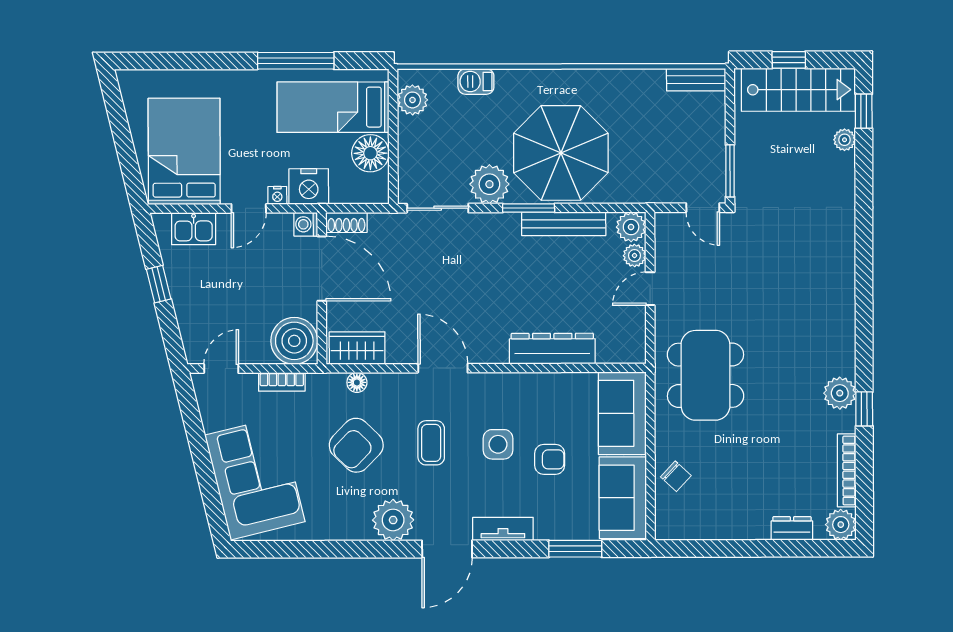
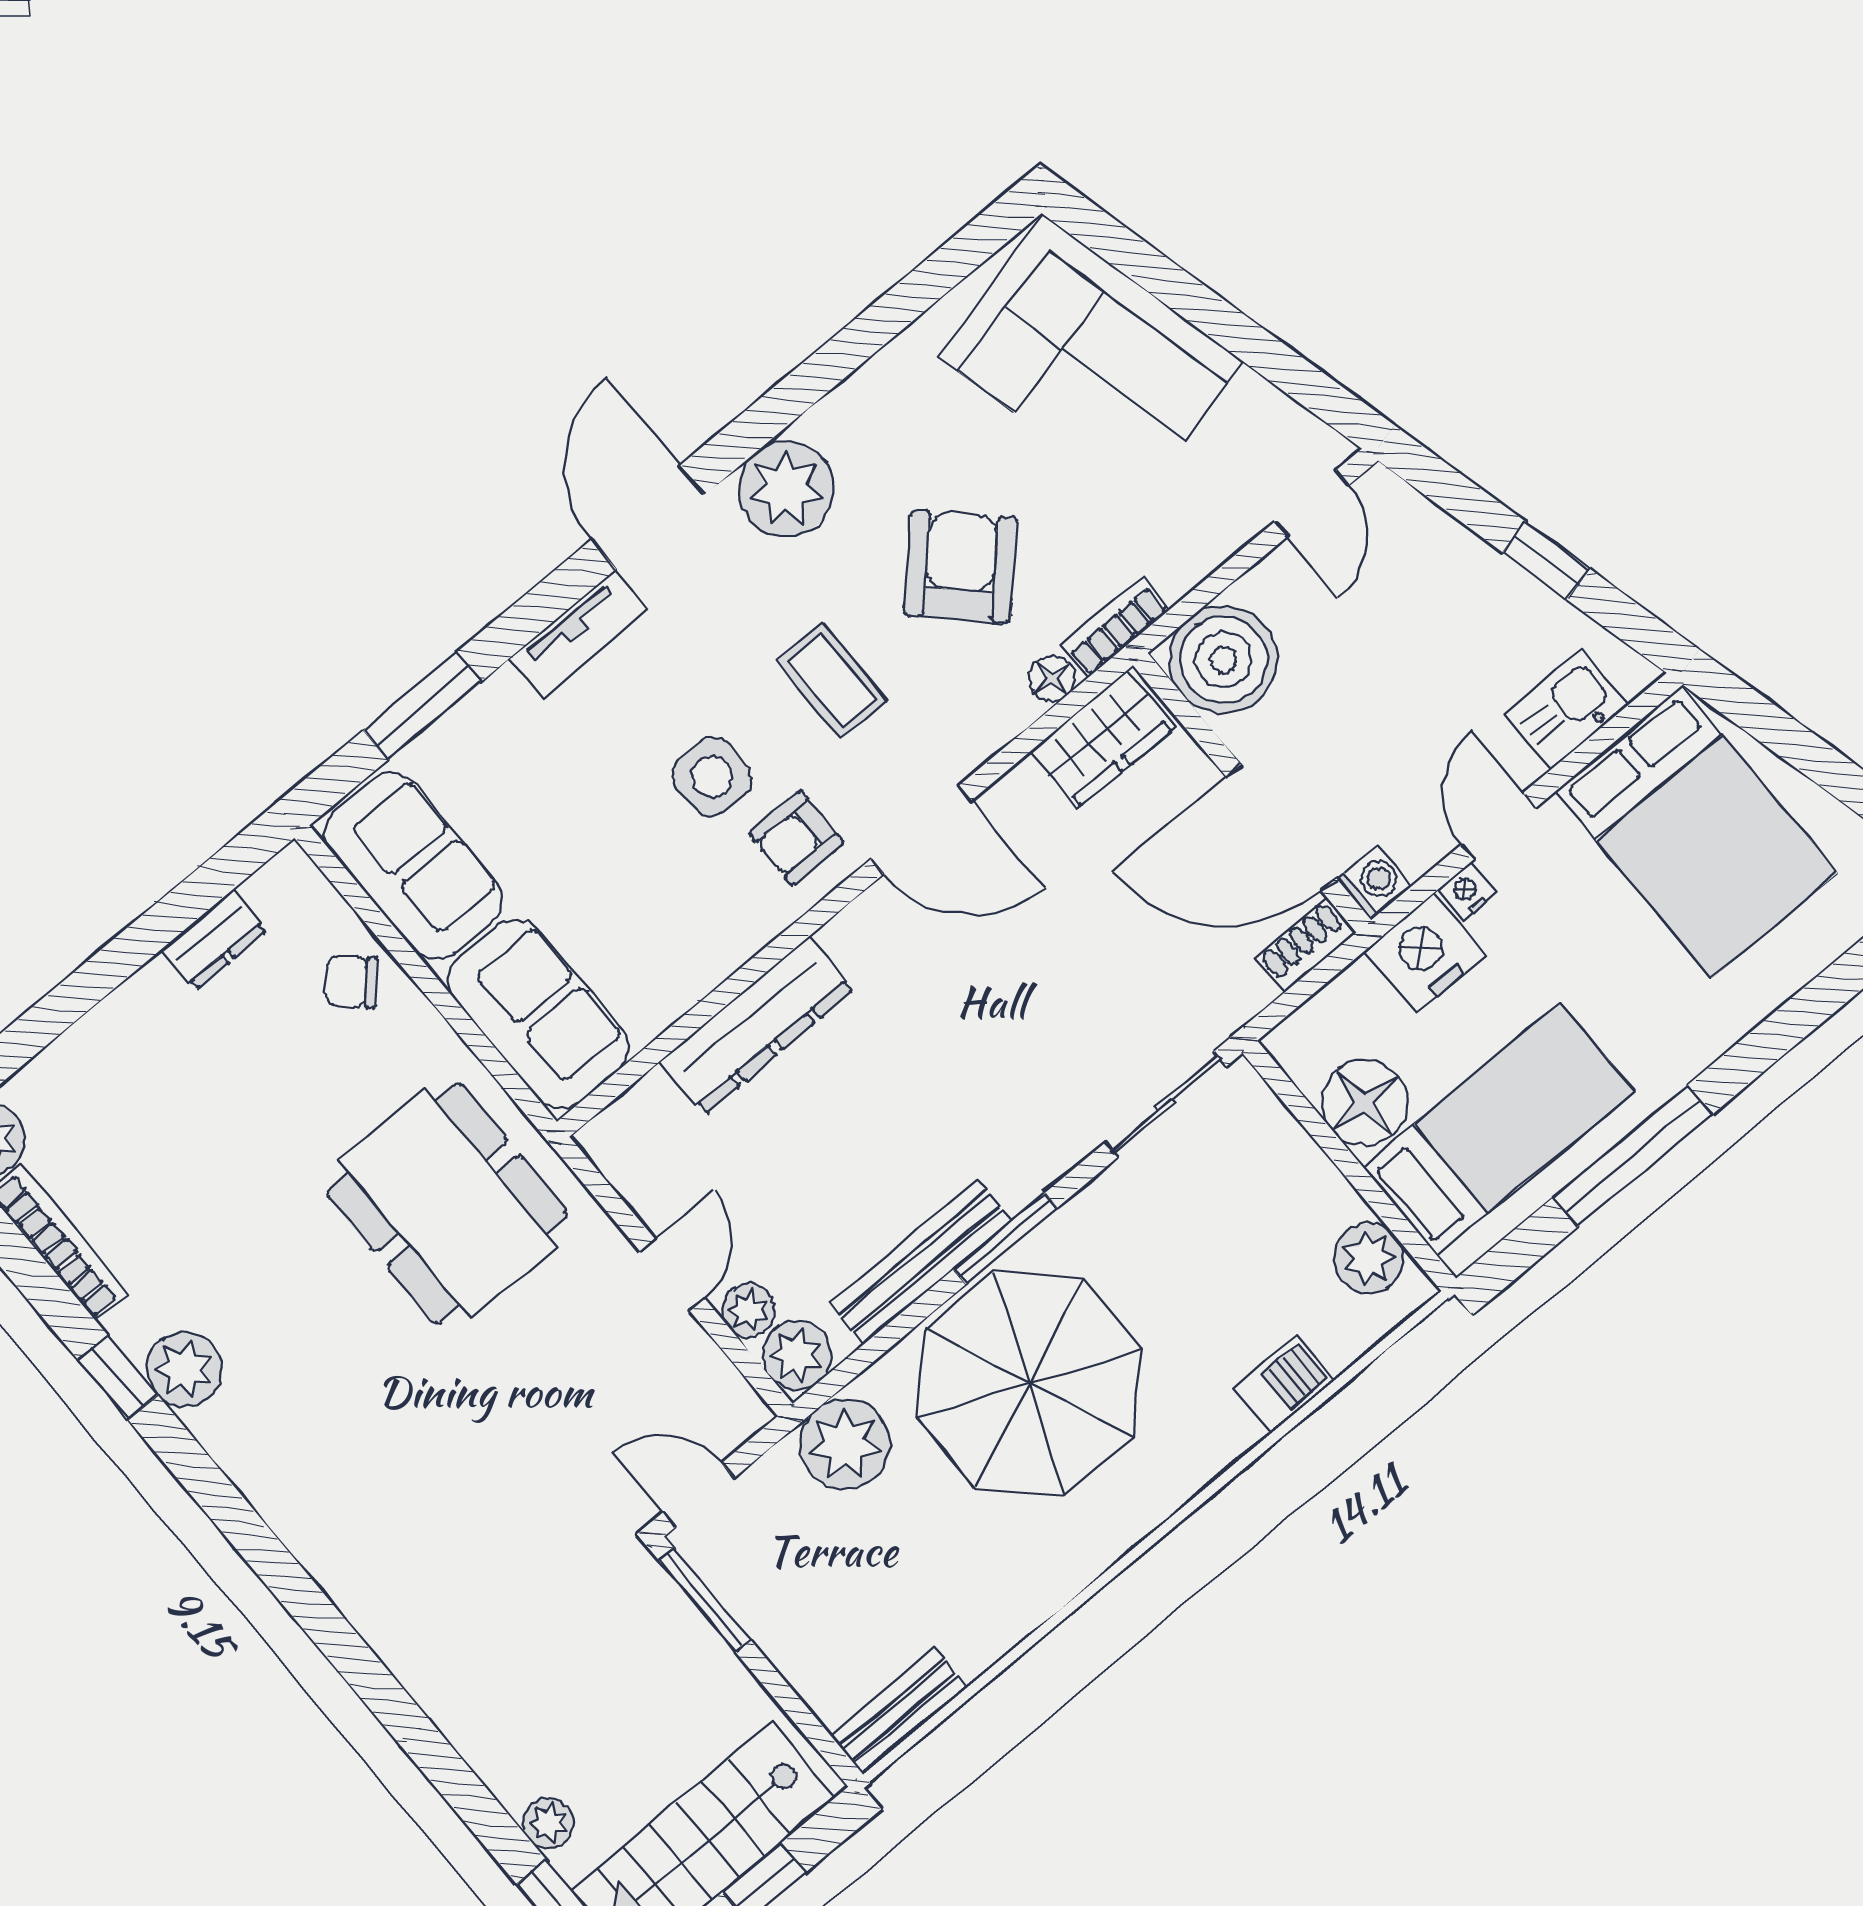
plant: (489, 184) -> (845, 1444), moved
bookcase: (282, 382) -> (1115, 627), moved
armchair: (550, 459) -> (796, 838), moved
dresser: (792, 528) -> (214, 940), moved

